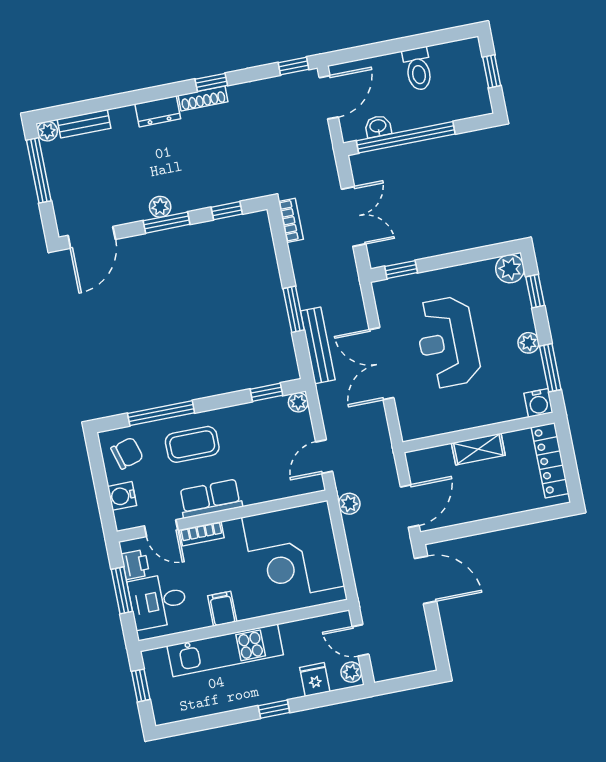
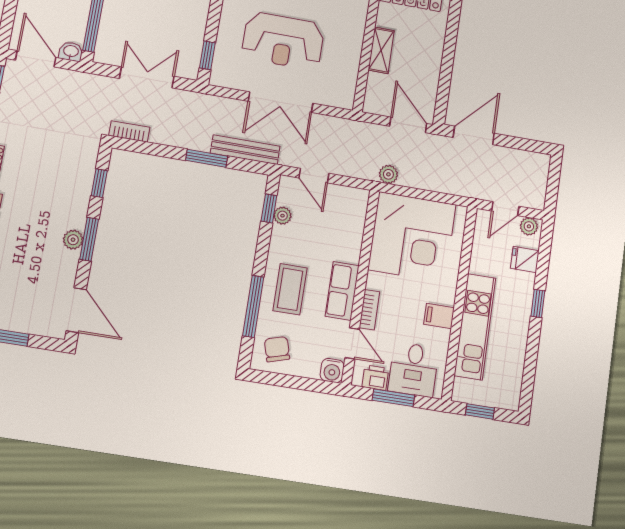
washbasin: (378, 126) -> (71, 52), moved, turned 90
plant: (298, 402) -> (282, 216), moved
door: (324, 457) -> (314, 176), moved
water cooler: (122, 496) -> (332, 370), moved
door: (161, 528) -> (352, 343), hinge flipped

